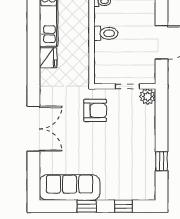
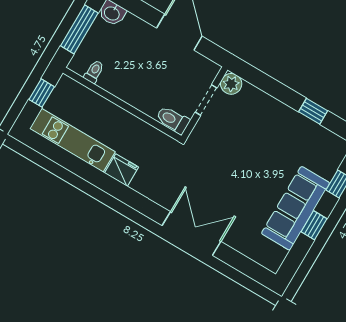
toilet: (106, 33) -> (173, 120), moved, turned -90
armchair: (95, 110) -> (212, 152), removed
sofa: (70, 187) -> (296, 208), moved

